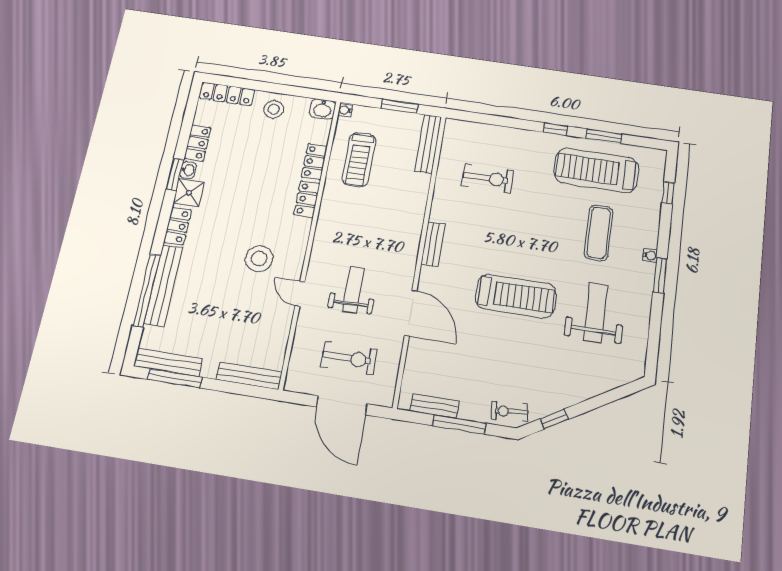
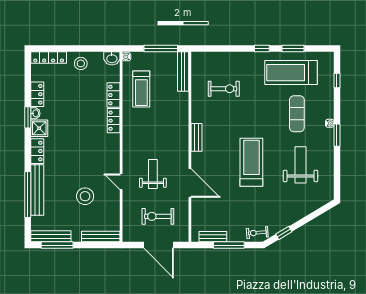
window: (400, 106) -> (161, 49), width x1.44
stool: (259, 259) -> (85, 196), moved
treadmill: (516, 296) -> (251, 162), turned -90
exercise bike: (349, 358) -> (158, 216), turned 180

